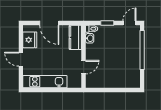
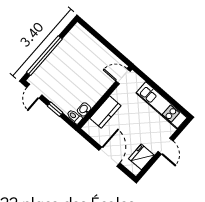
door: (129, 23) -> (34, 91), hinge flipped
kitchen counter: (75, 37) -> (105, 112), moved
door: (84, 67) -> (123, 76), moved

